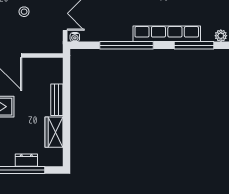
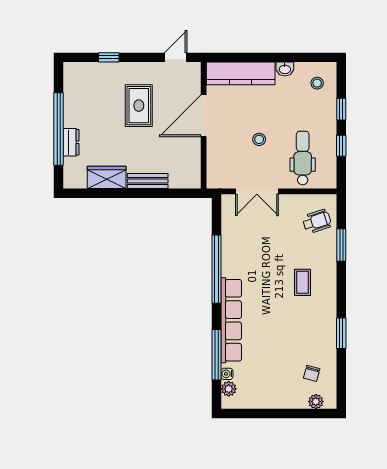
water cooler: (75, 37) -> (227, 374), moved

